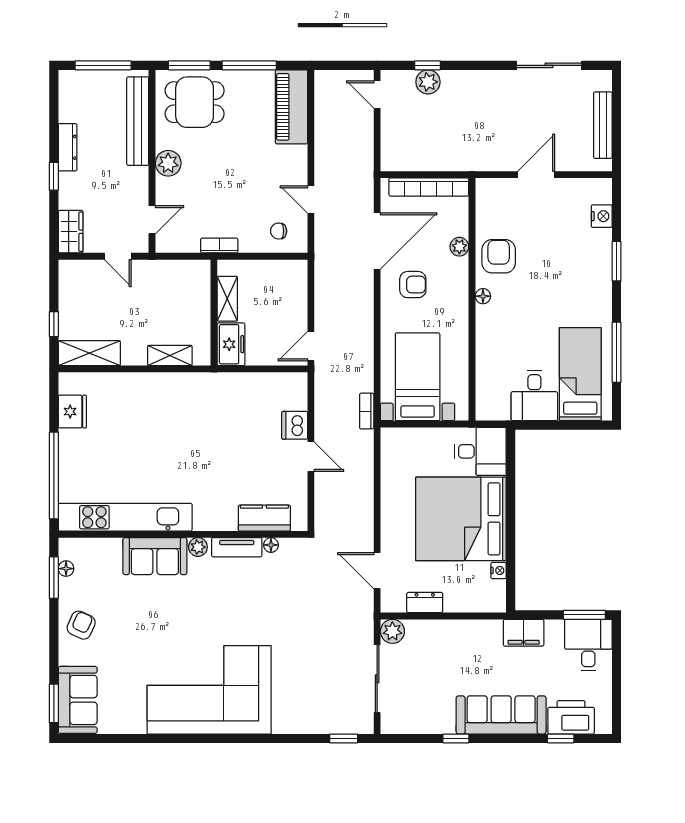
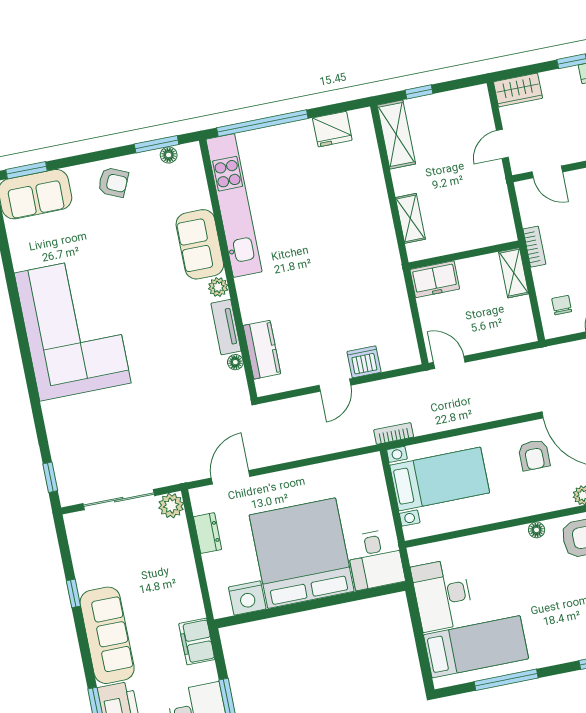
shelving: (227, 299) -> (514, 273), moved, turned 90
desk: (534, 396) -> (442, 595), width x1.37
nightstand: (499, 570) -> (247, 598), width x1.89, depth x1.79

